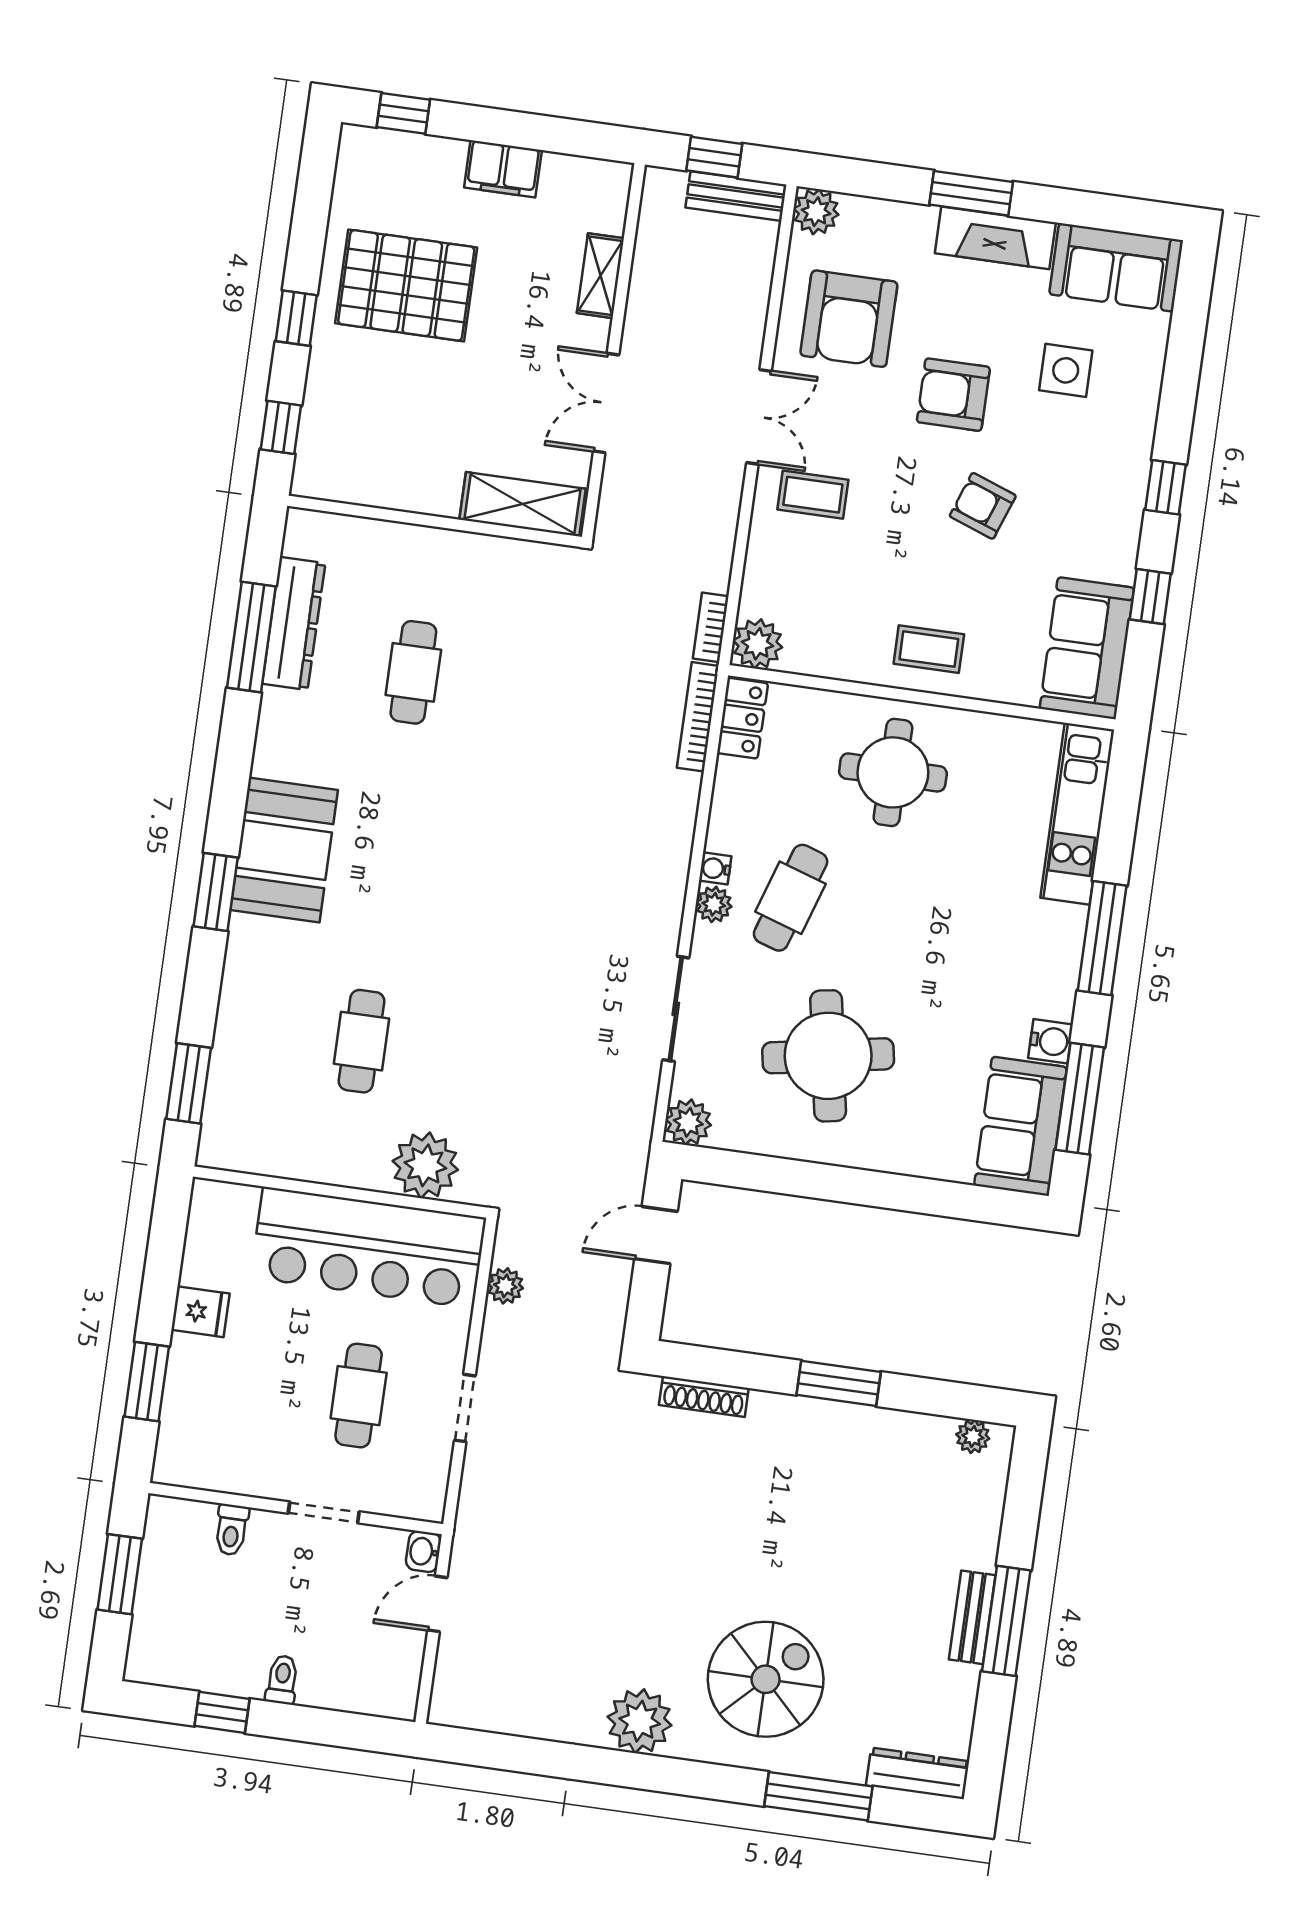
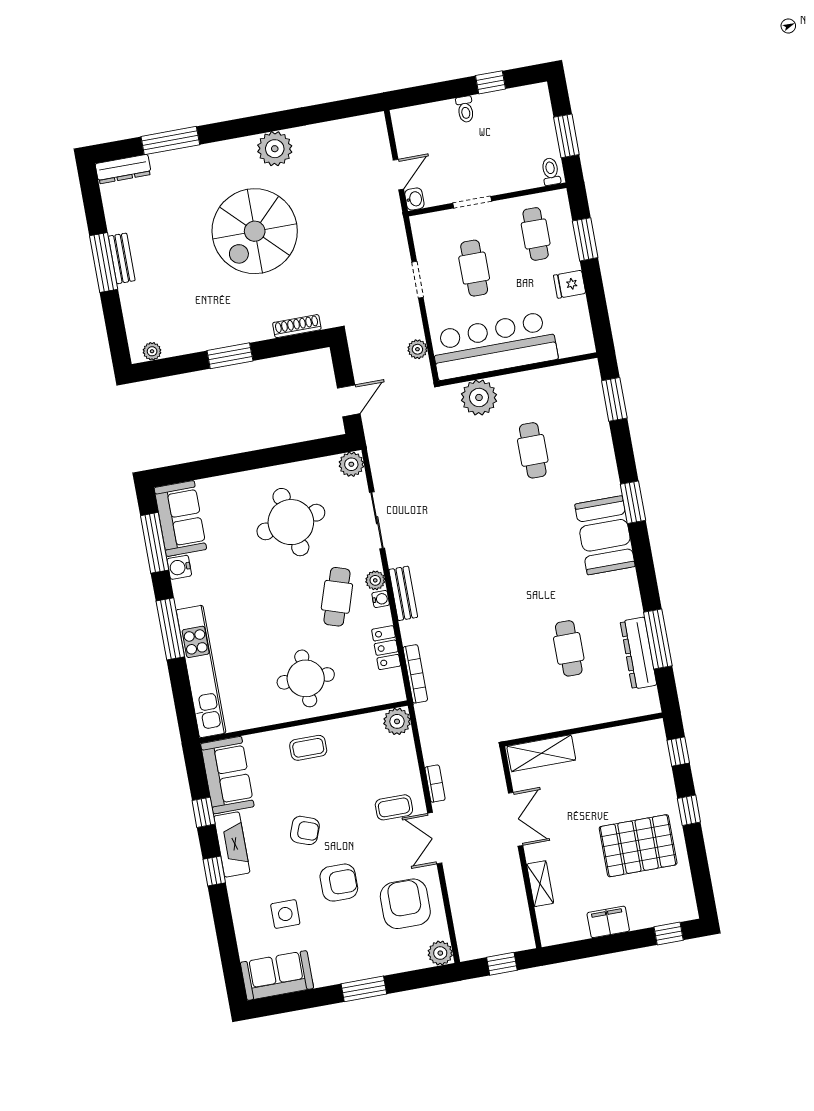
bench: (736, 196) -> (403, 593), moved, turned 90
fireplace: (995, 238) -> (232, 844), moved, turned 90
bookcase: (711, 627) -> (435, 784), moved
locker: (742, 718) -> (386, 648), moved
kitchen unit: (1077, 814) -> (201, 671), width x1.36
cafe table: (231, 1420) -> (536, 234), added
toilet: (231, 1530) -> (551, 171), moved
spiral stairs: (766, 1679) -> (255, 231), moved, width x1.37, depth x1.37

